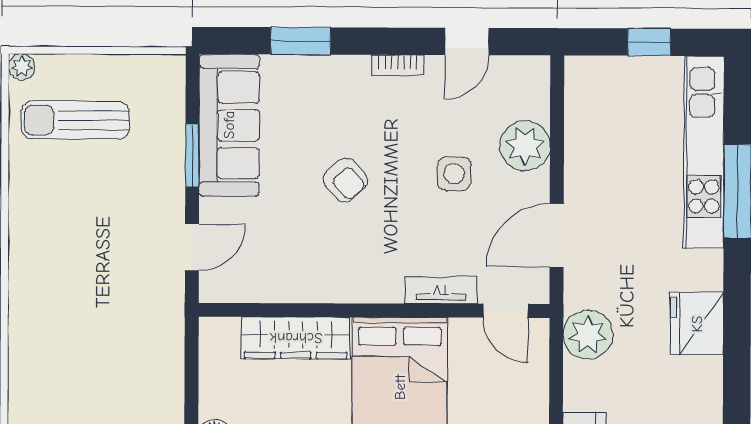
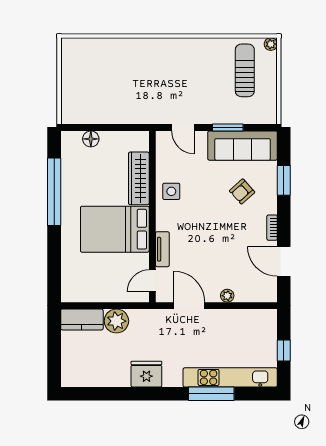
door: (467, 42) -> (284, 261), width x1.38
plant: (525, 146) -> (227, 296), width x0.53, depth x0.53
side table: (454, 174) -> (171, 191), moved
armchair: (345, 180) -> (242, 191), moved
plant: (588, 335) -> (116, 321), moved

